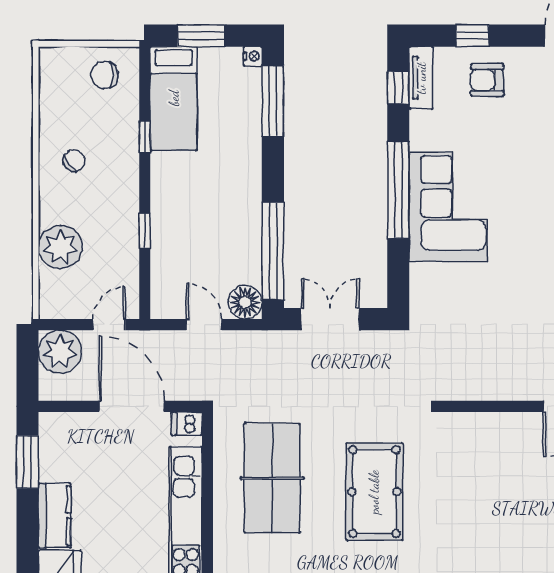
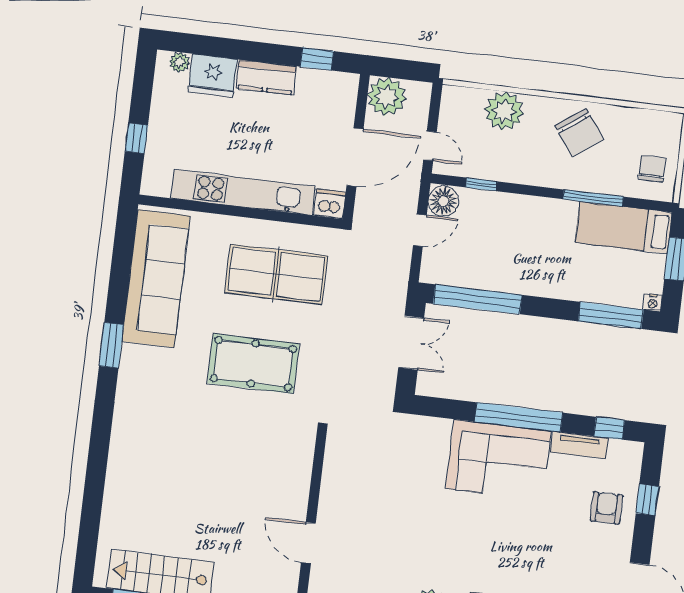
tv unit: (421, 78) -> (579, 445), moved
window: (145, 136) -> (593, 198), width x2.17
chair: (74, 161) -> (579, 133), width x1.87, depth x1.87
window: (145, 231) -> (481, 184), moved
floor lamp: (245, 302) -> (443, 201), moved
plant: (60, 352) -> (387, 97), moved
dishwasher: (187, 424) -> (330, 204), width x1.38
window: (28, 462) -> (317, 59), width x0.67

